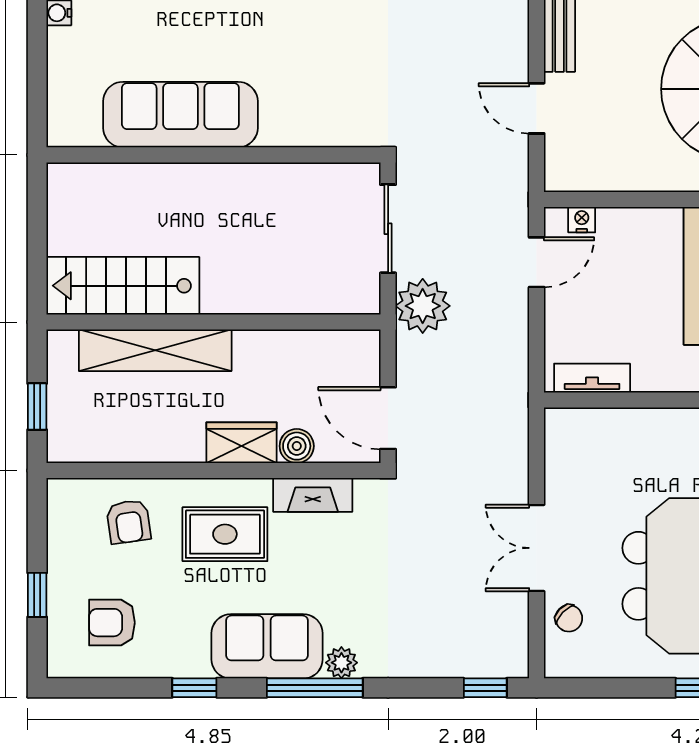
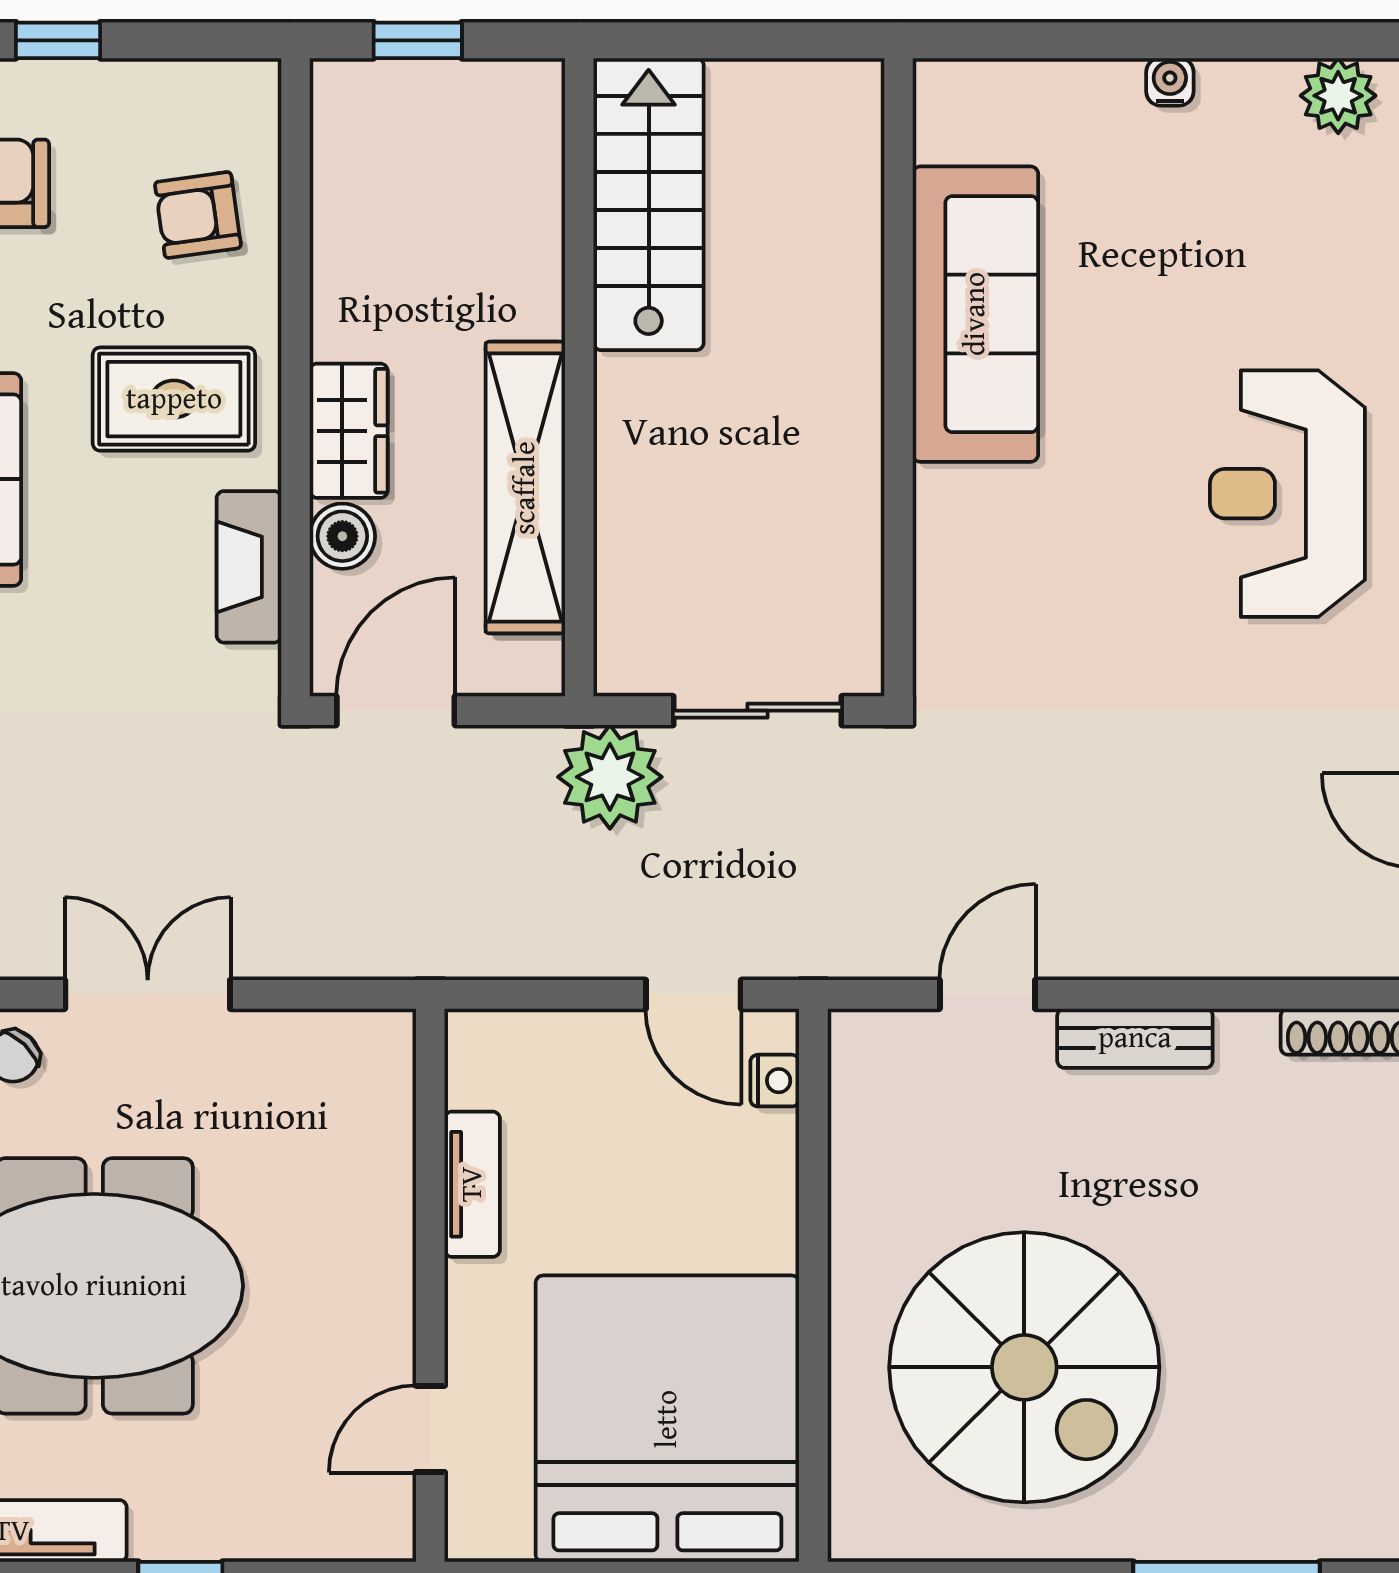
shelving: (155, 350) -> (525, 488), moved
tv unit: (592, 378) -> (472, 1184), moved
rug: (225, 534) -> (174, 399), turned 90

